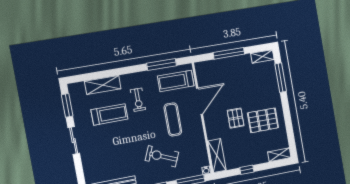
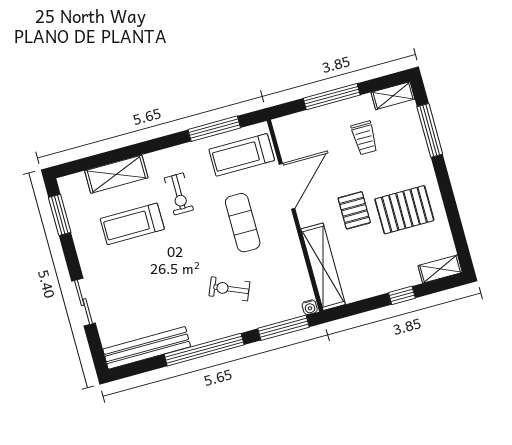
trolley: (245, 78) -> (364, 138), added
treadmill: (109, 114) -> (132, 224), turned 180
sliding door: (74, 141) -> (84, 302), moved
exercise bike: (162, 156) -> (229, 289), width x0.73, depth x0.72
shelving: (217, 156) -> (323, 267), width x1.47
window: (247, 170) -> (402, 295), moved

